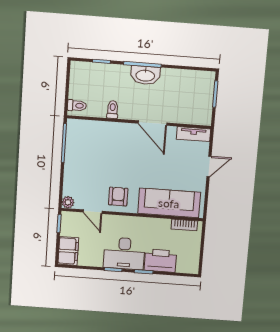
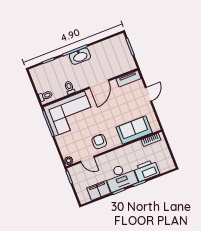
door: (153, 123) -> (99, 84), hinge flipped
corner sofa: (97, 143) -> (69, 114), added
sofa: (169, 203) -> (134, 130), width x0.73
filing cabinet: (68, 251) -> (99, 191), moved, turned -90

